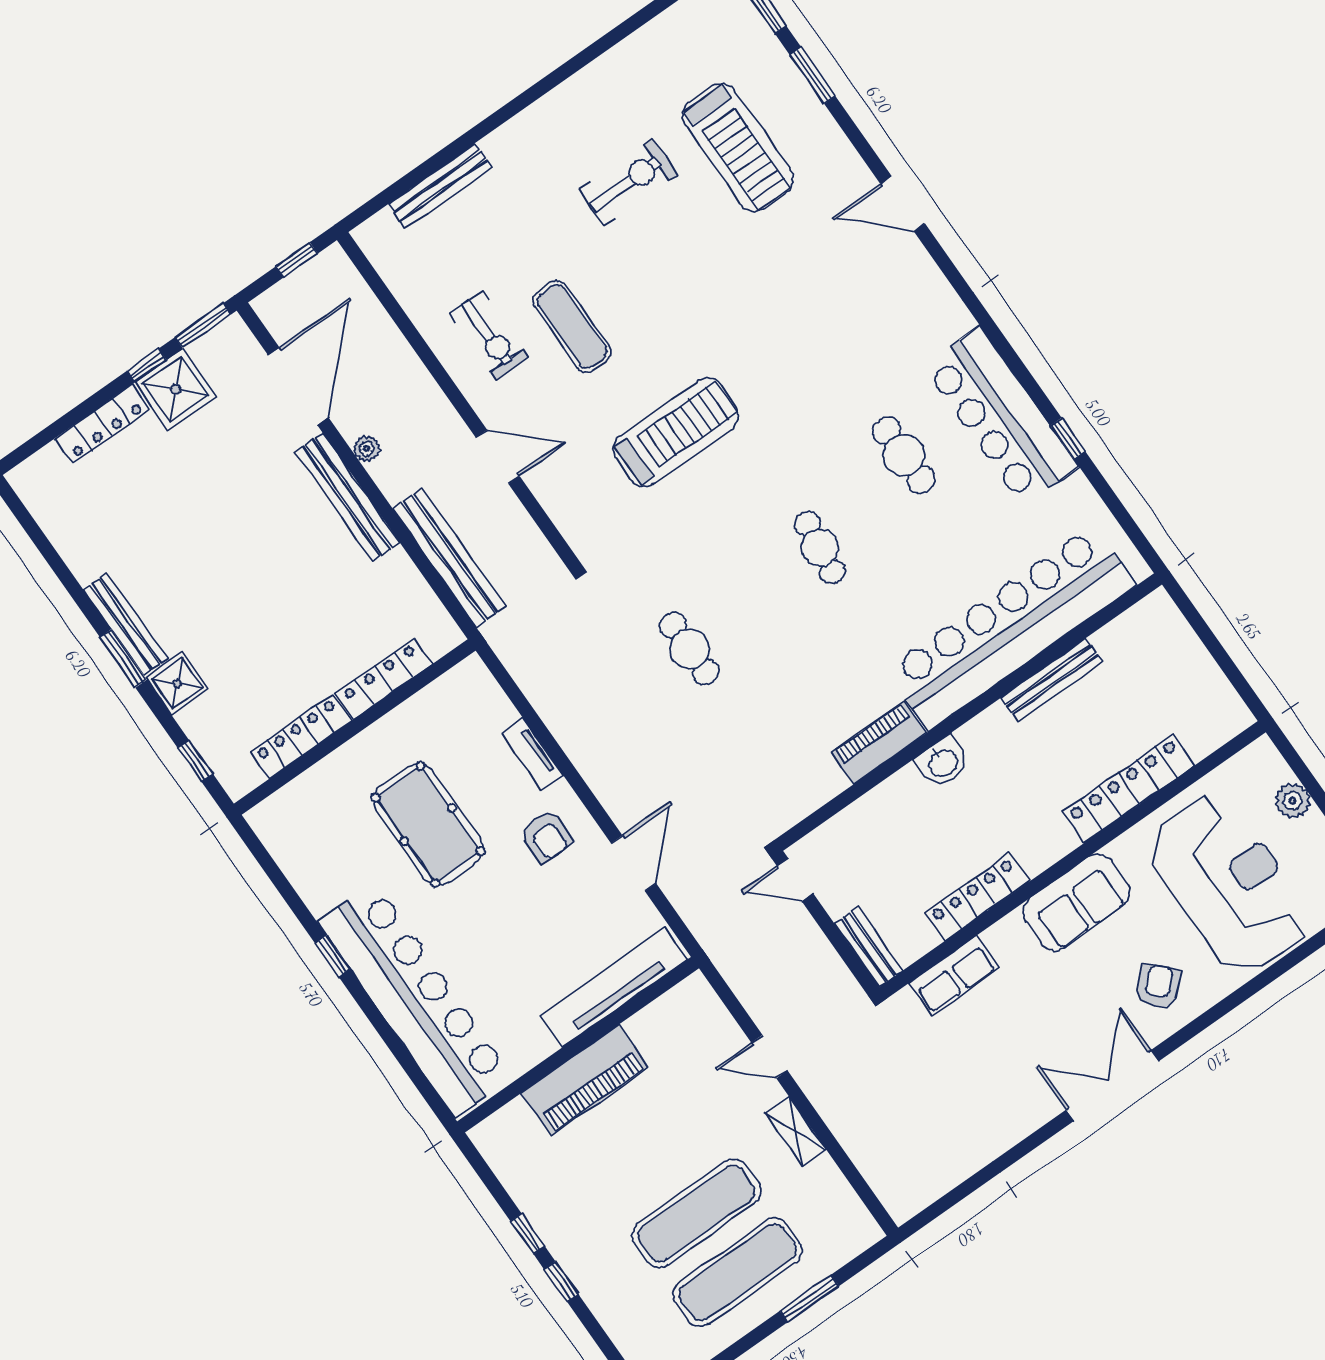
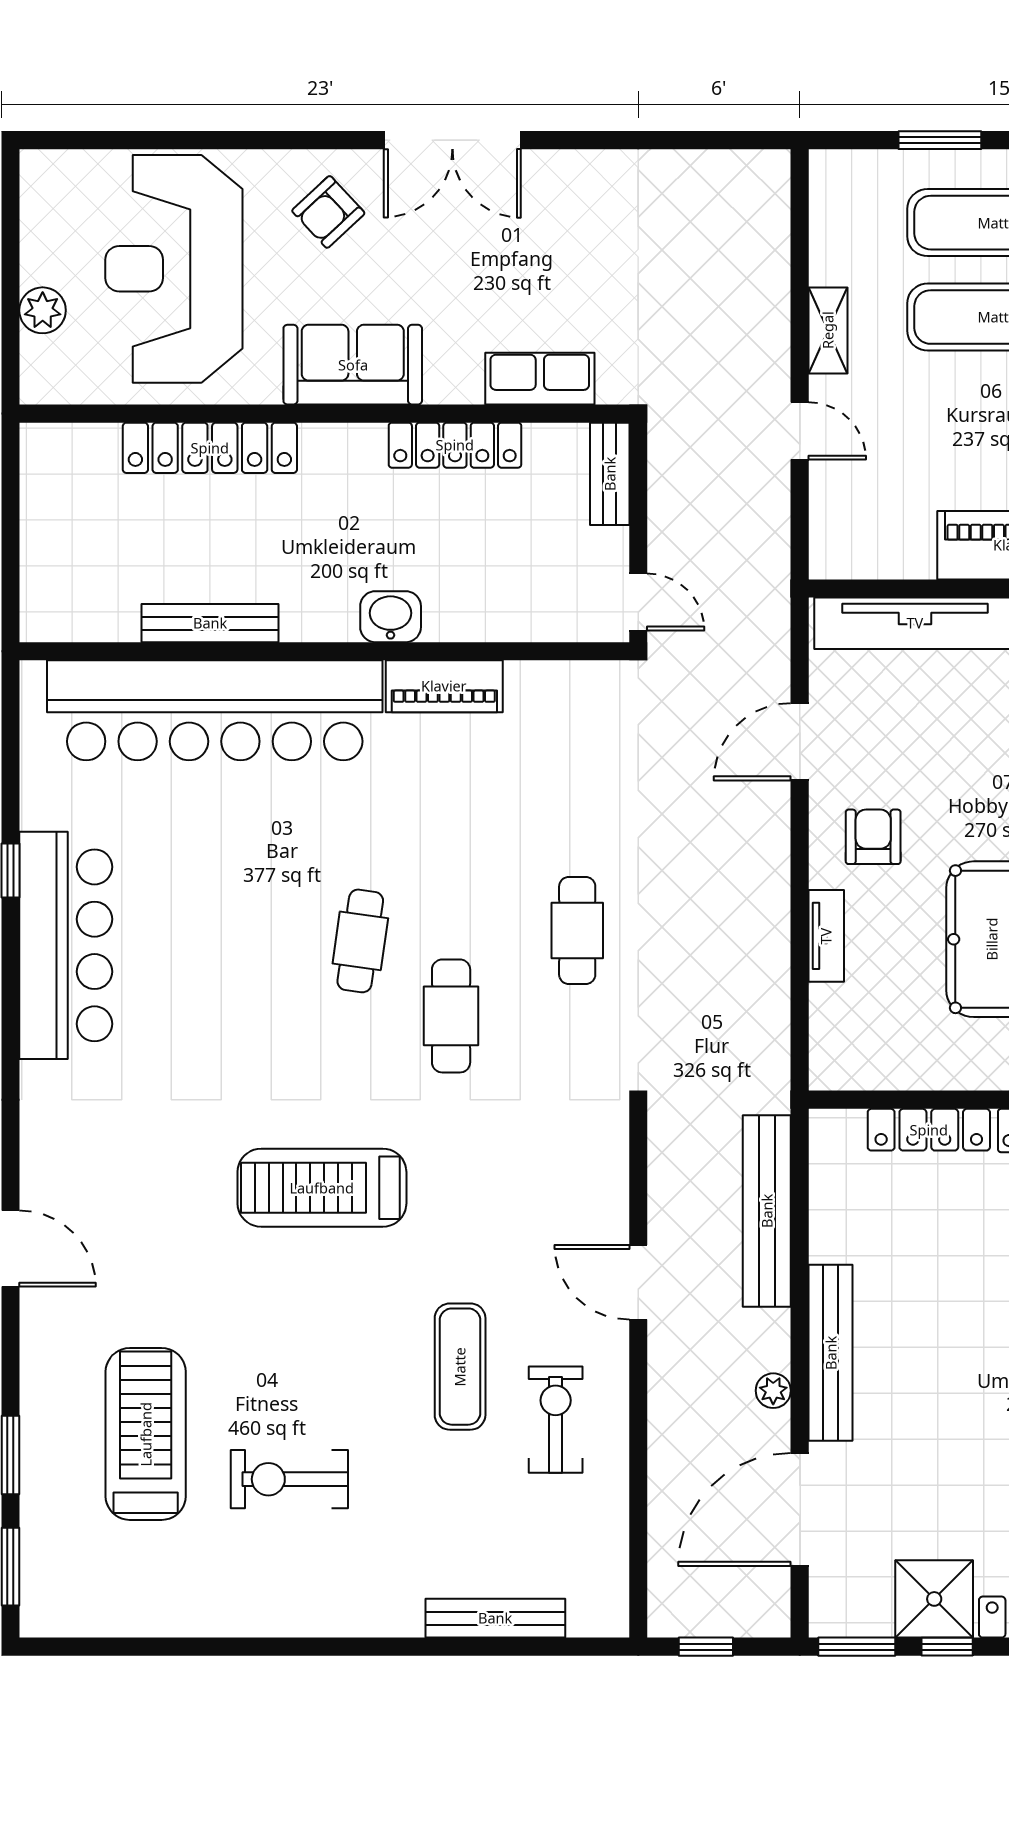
treadmill: (676, 432) -> (322, 1188), moved
cafe table: (904, 455) -> (451, 1016), moved

